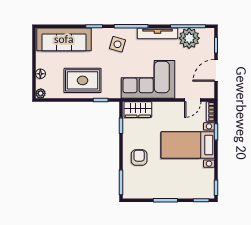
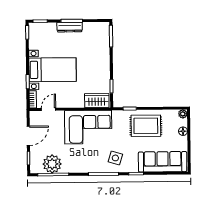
tv unit: (158, 33) -> (80, 168), removed
armchair: (139, 158) -> (95, 58), removed
dresser: (168, 193) -> (70, 27), added

